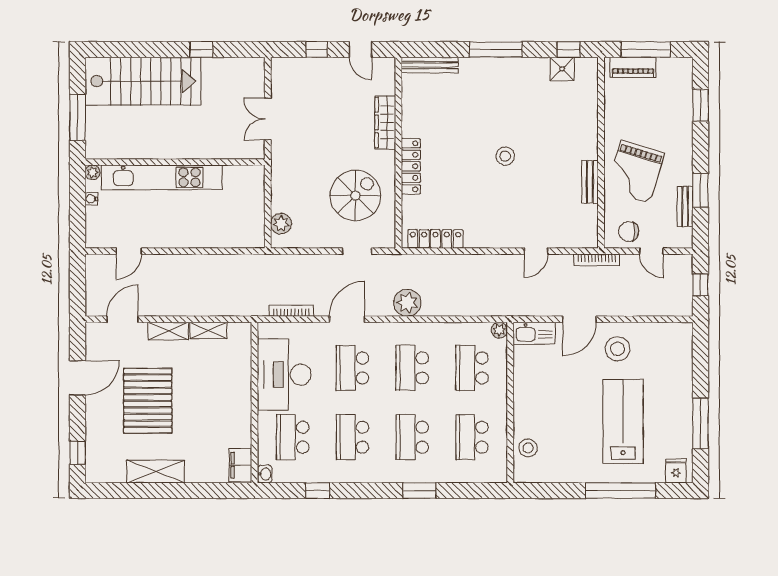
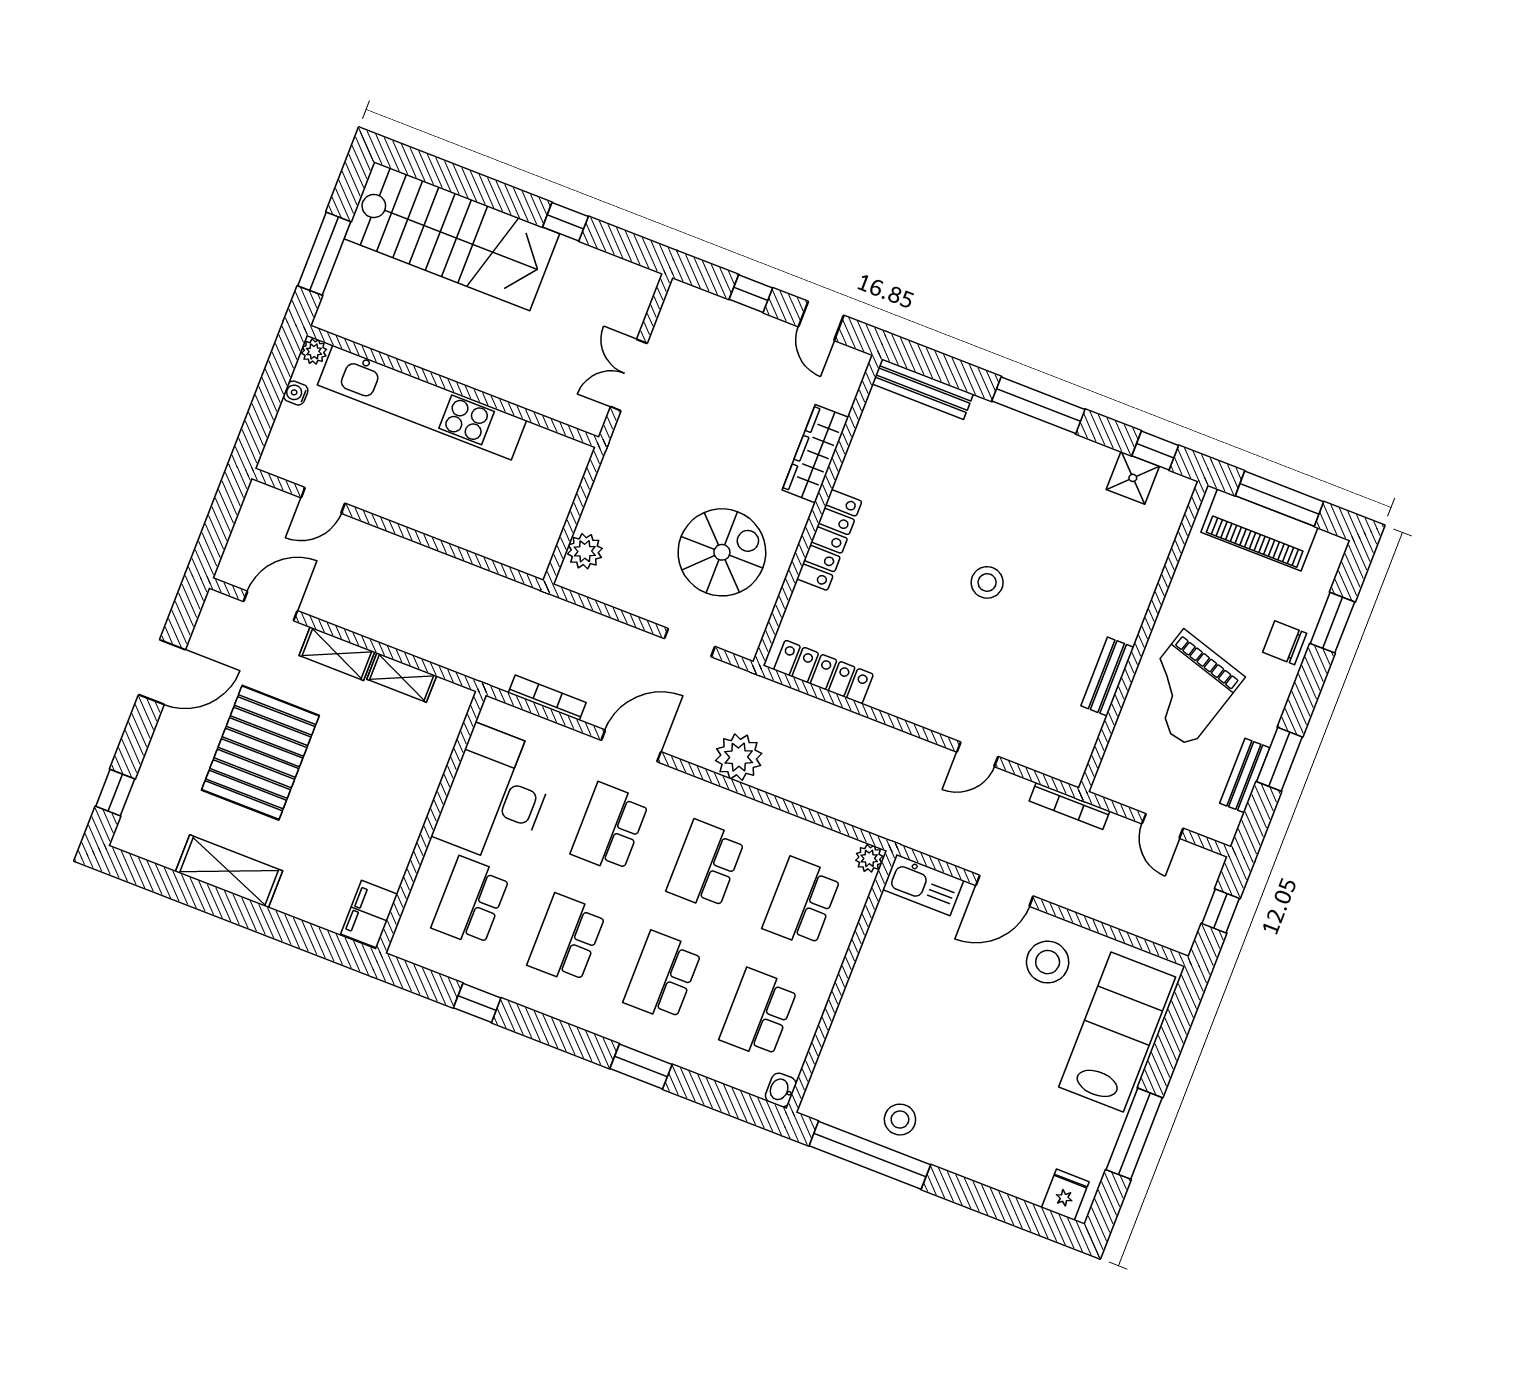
piano: (633, 67) -> (1259, 530), width x1.37, depth x1.33
chair: (629, 232) -> (1285, 643), moved
lab bench: (623, 421) -> (1117, 1032), moved
stool: (528, 448) -> (900, 1120), moved
washbasin: (265, 474) -> (781, 1090), moved, turned 180
window: (621, 491) -> (870, 1155), moved

